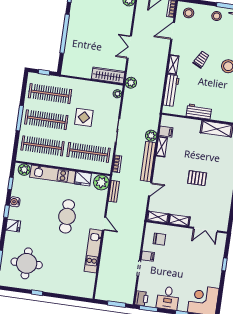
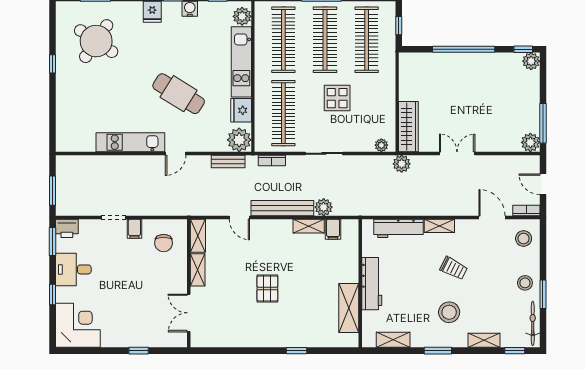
workbench: (199, 112) -> (372, 284), width x1.38
cafe table: (67, 216) -> (179, 94), turned 32
round table: (27, 263) -> (96, 41), turned 34

